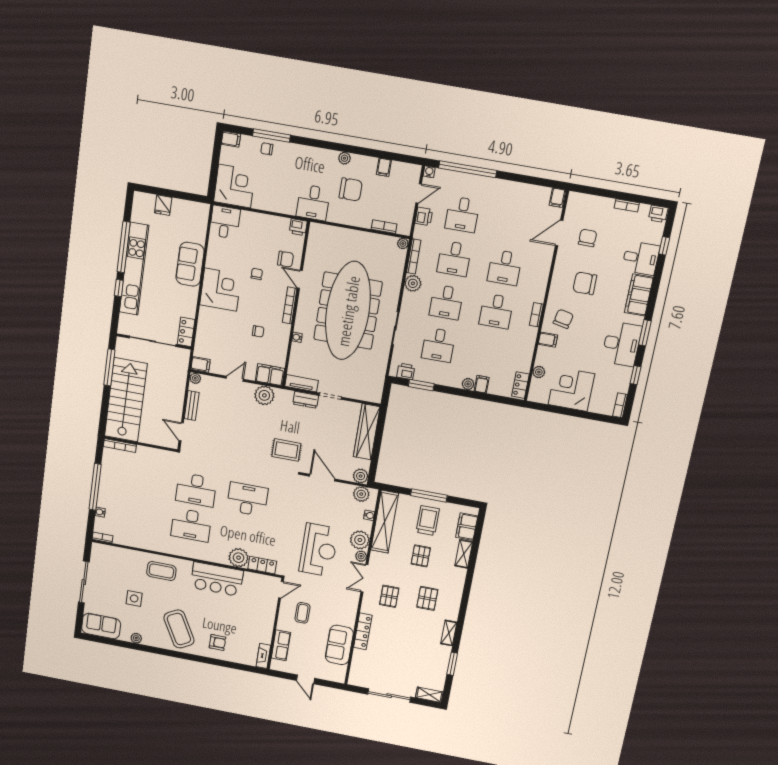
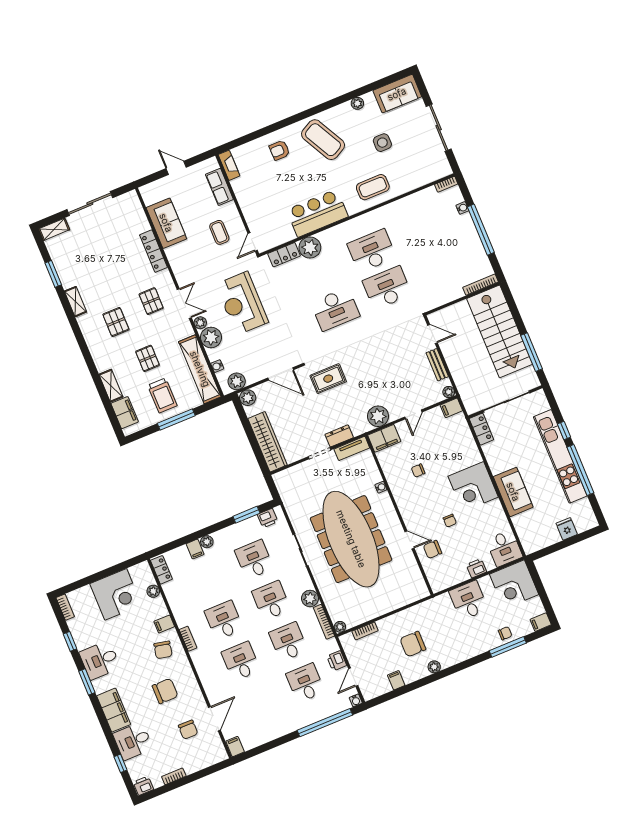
desk: (313, 203) -> (469, 600), moved
printer: (298, 227) -> (476, 568), moved
bookcase: (290, 305) -> (404, 511), removed
desk: (622, 344) -> (100, 660), width x0.73

